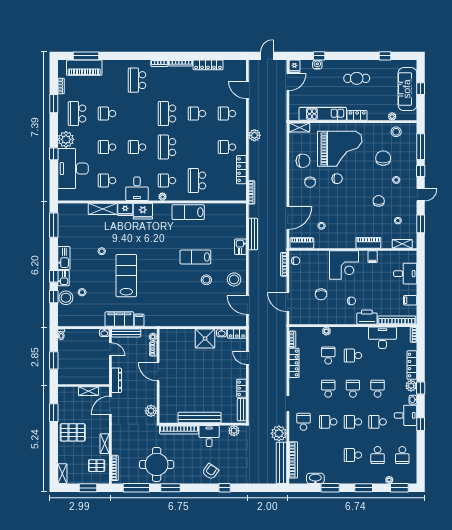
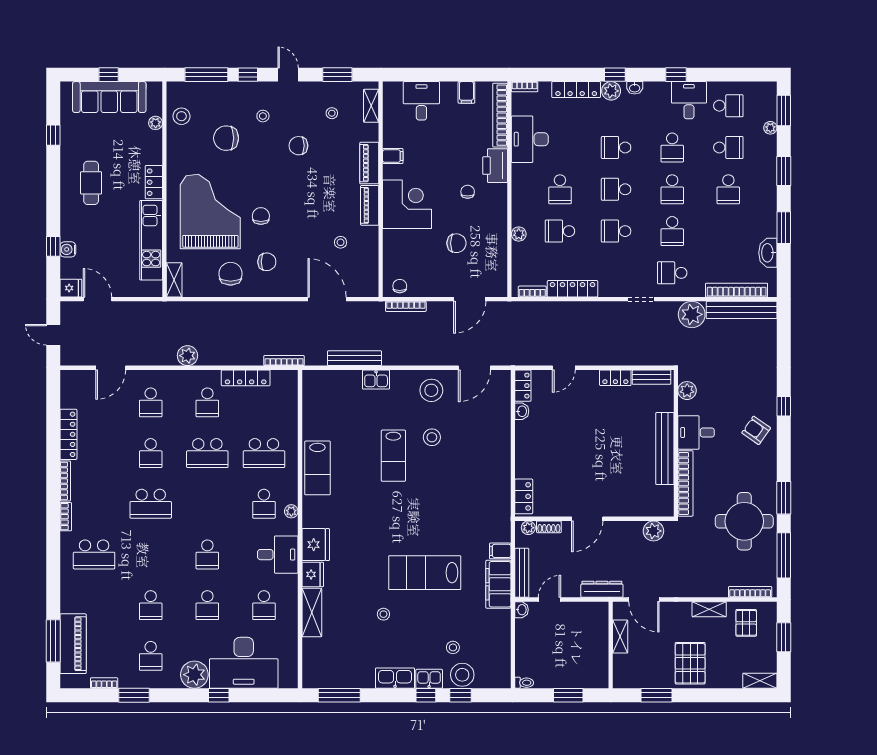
school desk: (77, 114) -> (151, 656), width x0.54
school desk: (167, 147) -> (207, 453), moved
piano: (302, 243) -> (370, 205), moved
locker: (171, 334) -> (524, 496), added
shower: (205, 338) -> (531, 439), removed
desk: (406, 415) -> (689, 100), moved

